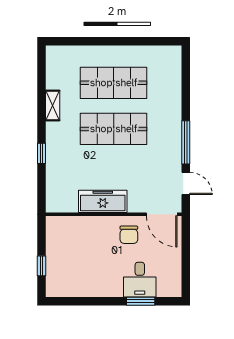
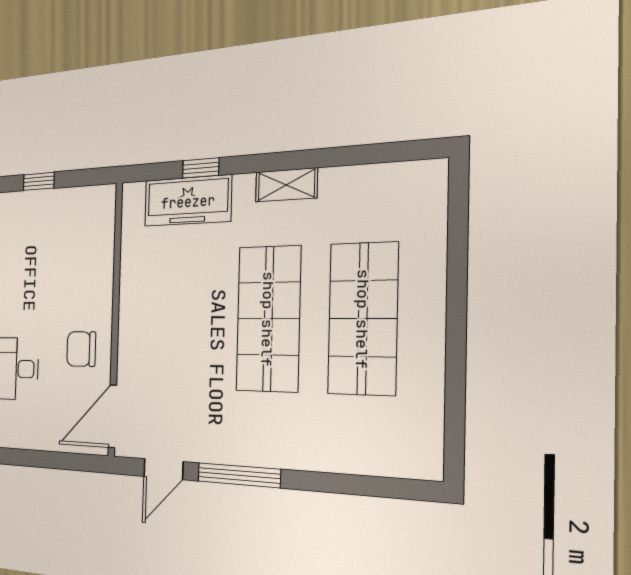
shelving: (53, 105) -> (286, 185), moved
window: (42, 153) -> (201, 168), moved
freezer: (103, 201) -> (188, 201), moved, turned 90

